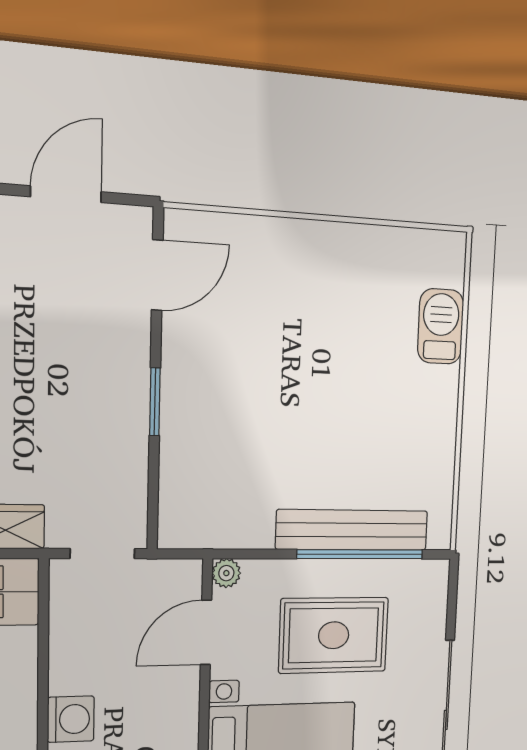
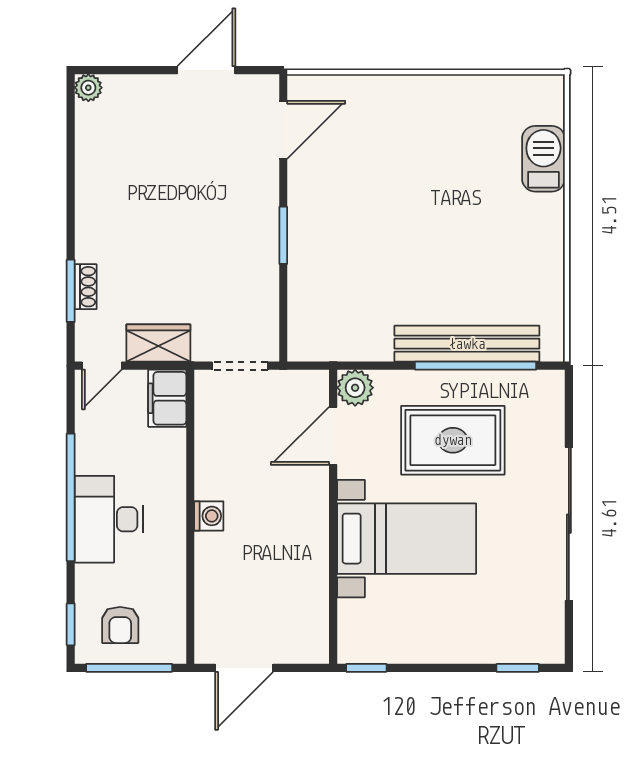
plant: (226, 573) -> (355, 388), width x1.38, depth x1.38
washing machine: (71, 719) -> (209, 516), width x0.73, depth x0.73

